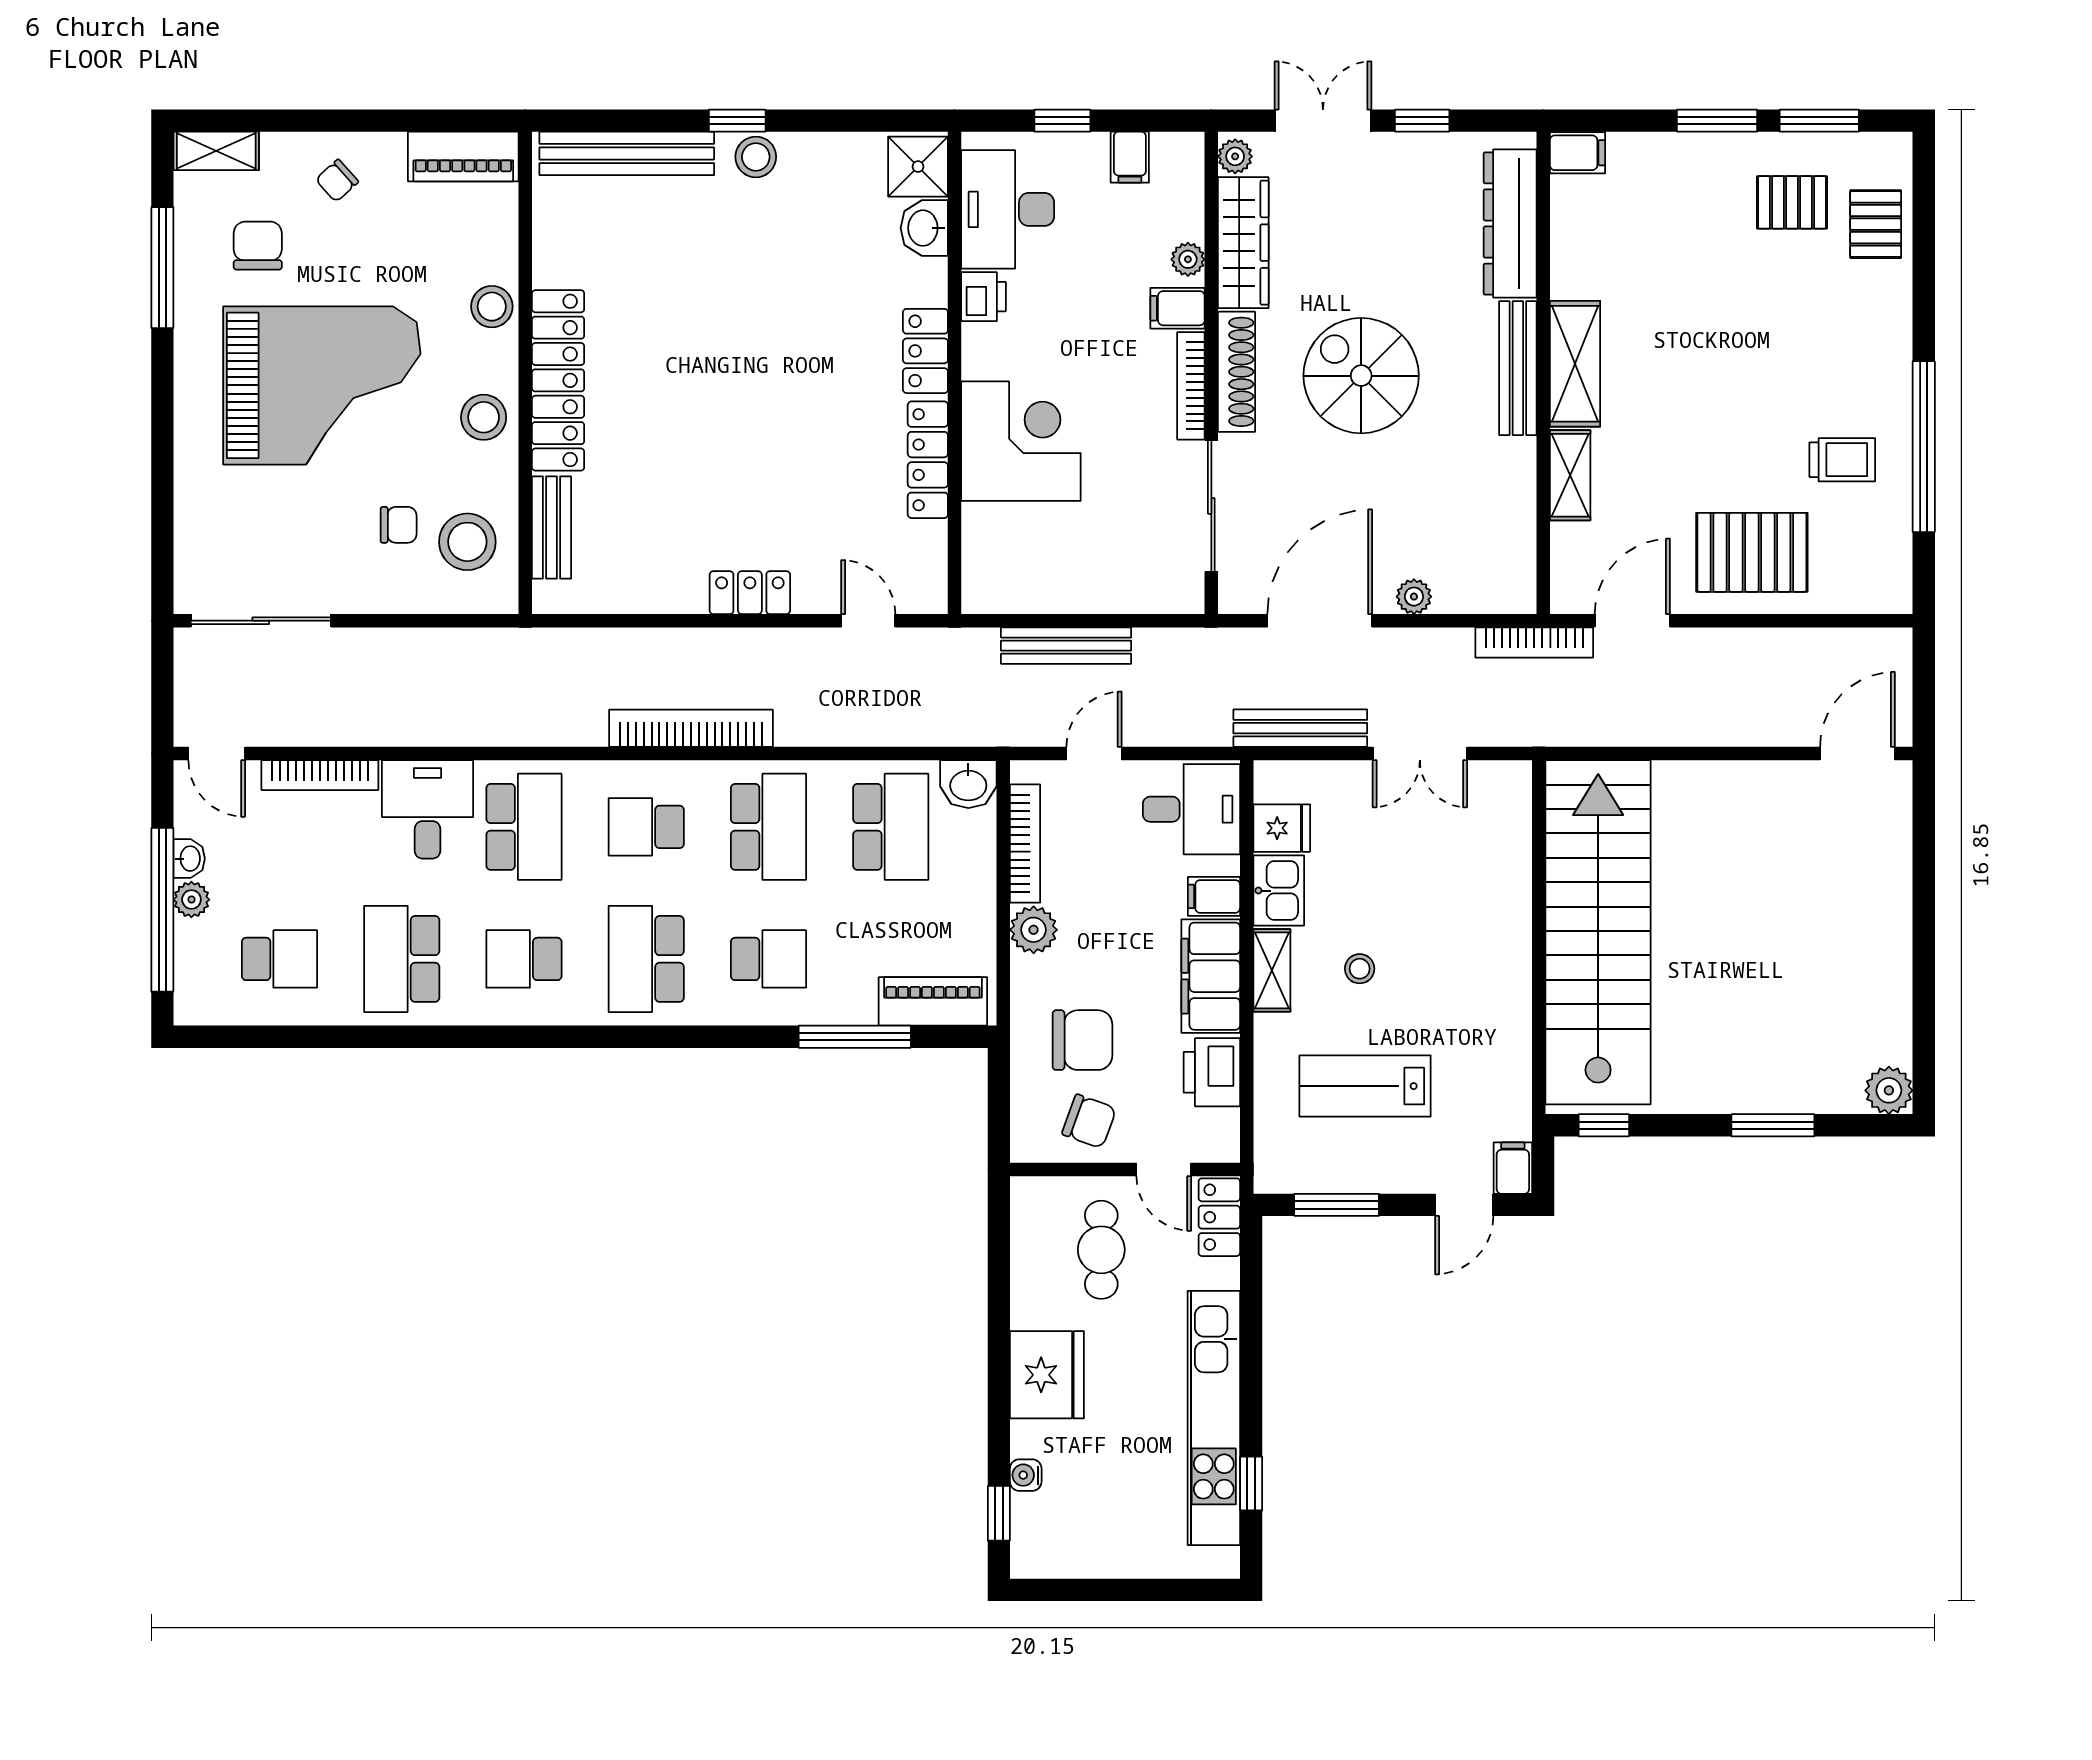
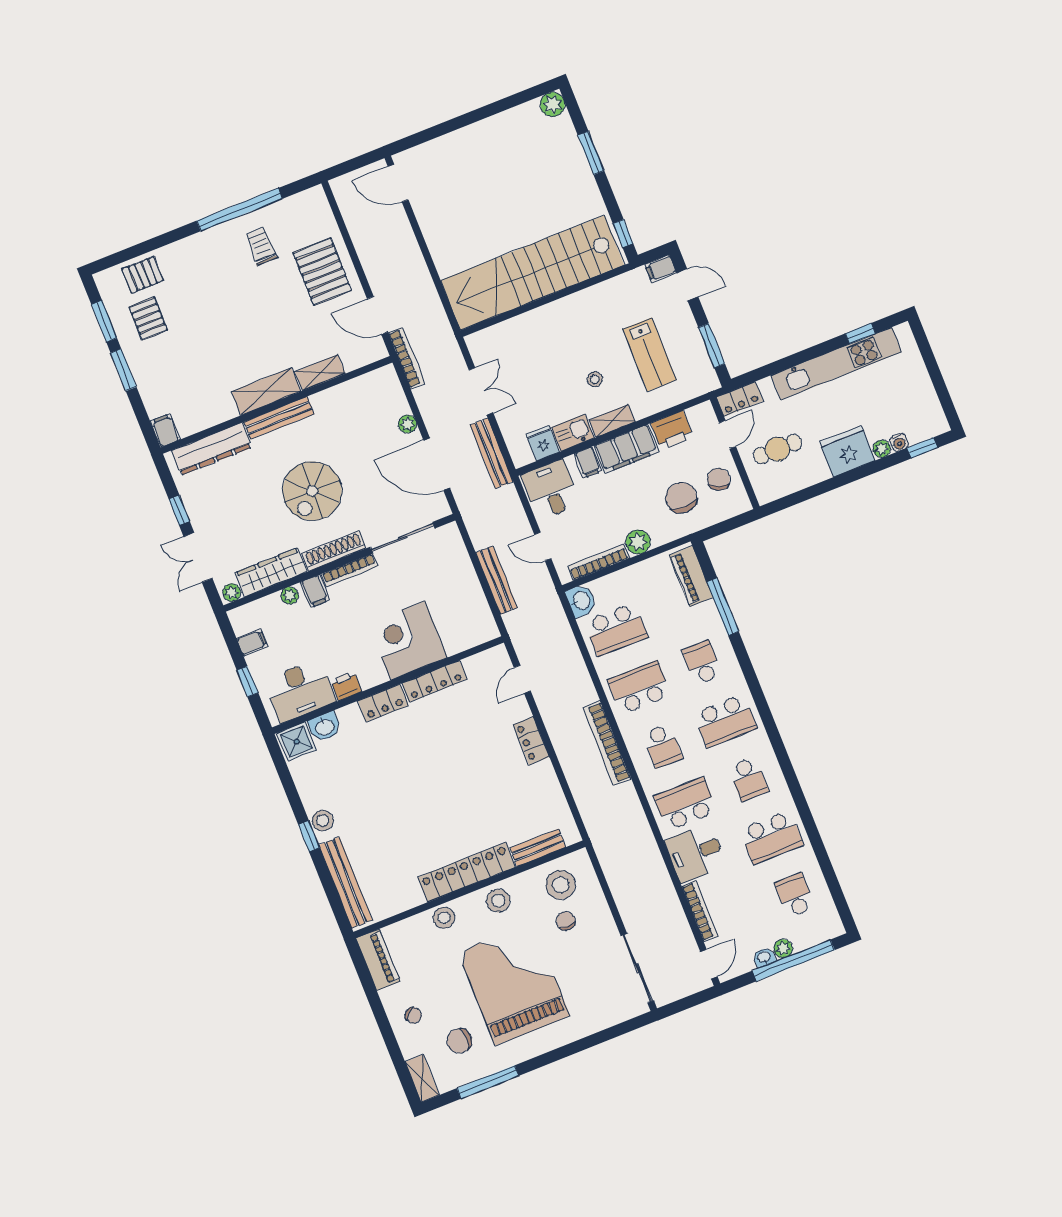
school desk: (891, 827) -> (616, 629), turned 180
plant: (1027, 1439) -> (882, 449), added

